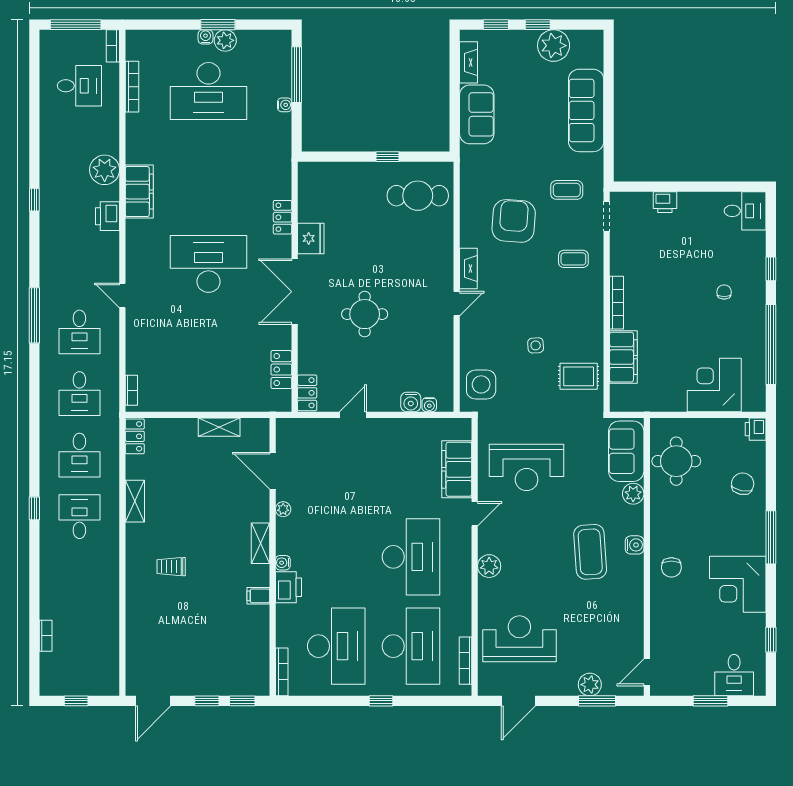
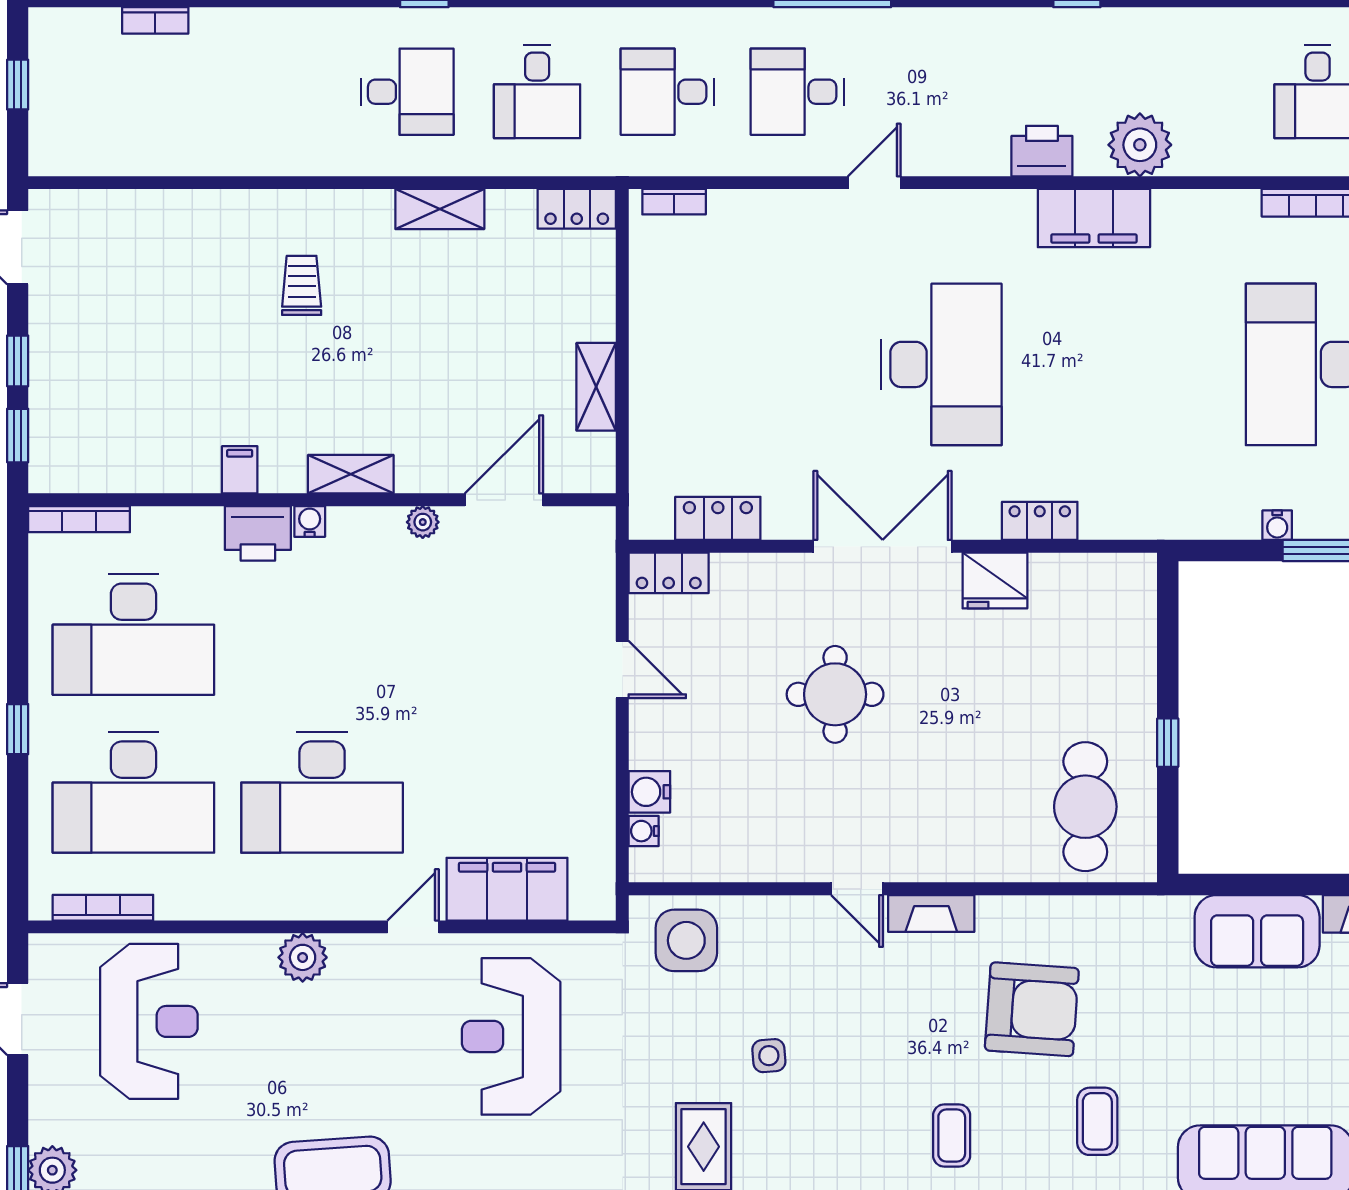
desk: (79, 455) -> (537, 92), turned -90
door: (475, 514) -> (413, 927), swing flipped

